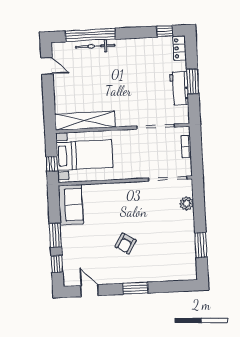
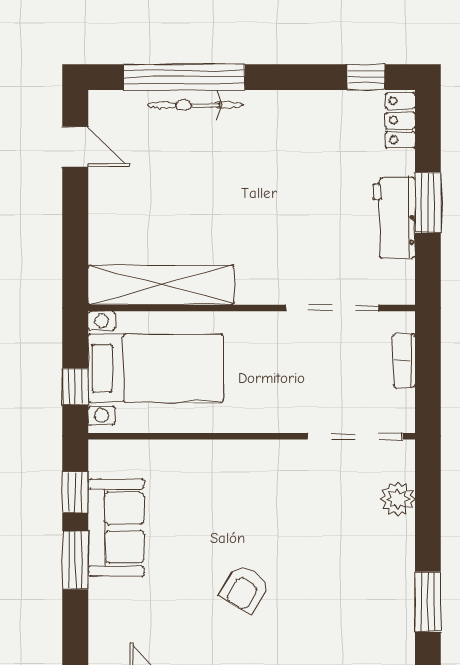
sofa: (71, 205) -> (116, 527), moved
window: (57, 264) -> (75, 492), moved

